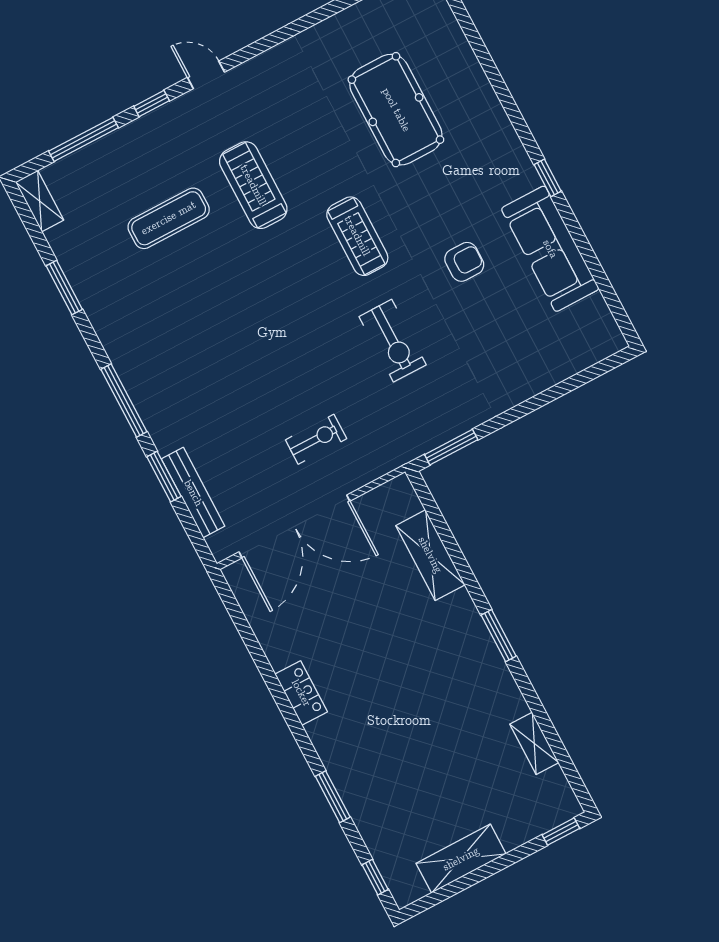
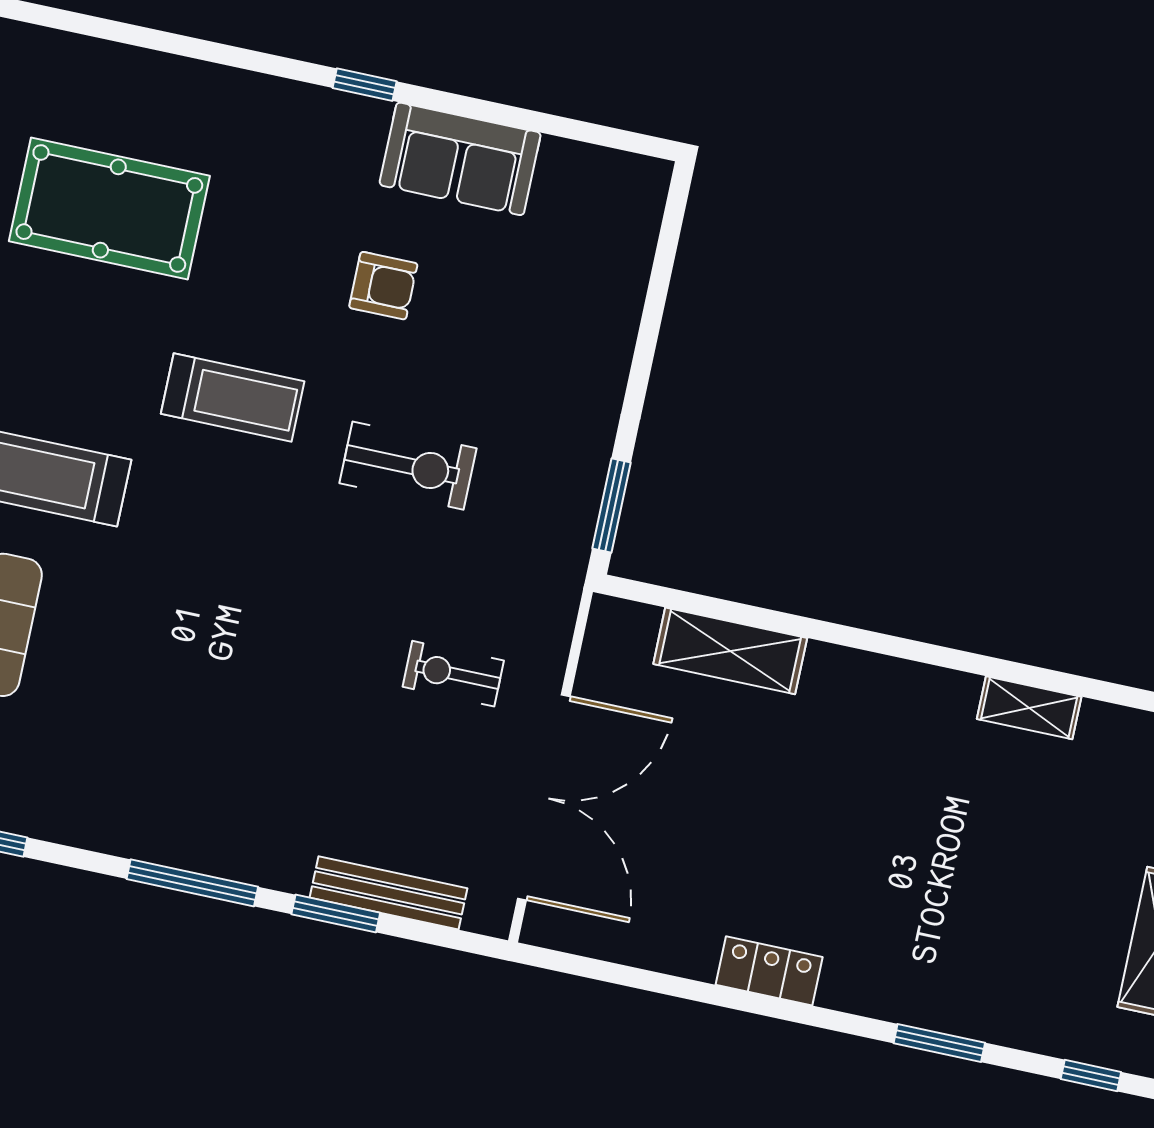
sofa: (550, 249) -> (460, 159), width x0.73
armchair: (464, 262) -> (383, 286), turned 90
exercise bike: (316, 439) -> (453, 674), turned -90
window: (499, 636) -> (910, 650), removed
shelving: (534, 743) -> (1029, 708), moved

